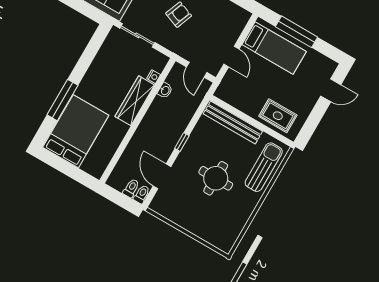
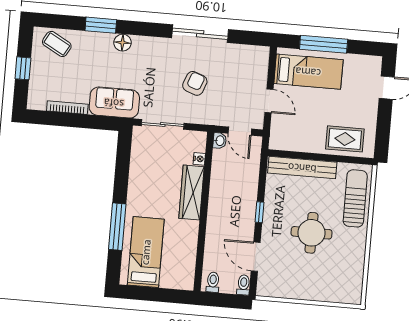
washbasin: (165, 90) -> (220, 141), moved
bed: (76, 131) -> (146, 252), width x0.67
toilet: (131, 188) -> (213, 282), moved

